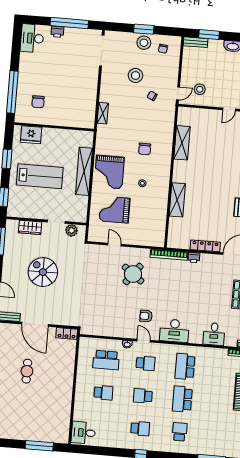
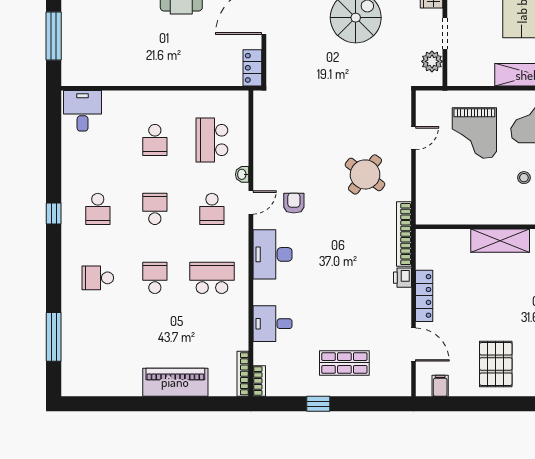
grand piano: (115, 210) -> (474, 133), turned 180
school desk: (182, 399) -> (155, 278), width x0.54
school desk: (180, 432) -> (98, 278), turned 180

